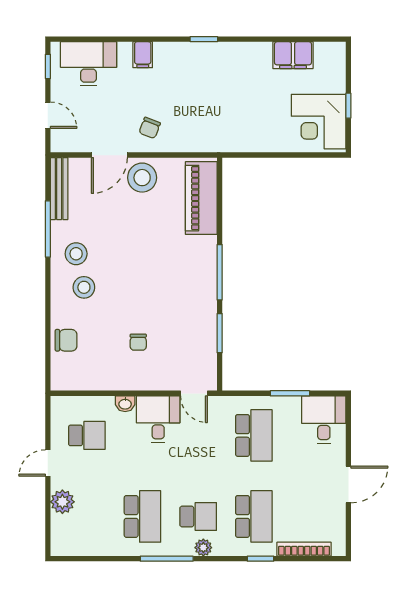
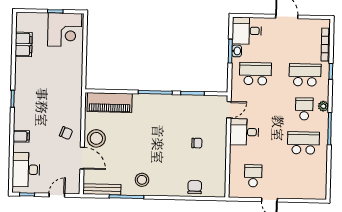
stool: (84, 287) -> (163, 175), removed
washbasin: (125, 404) -> (237, 51), moved
plant: (62, 502) -> (293, 192), removed

